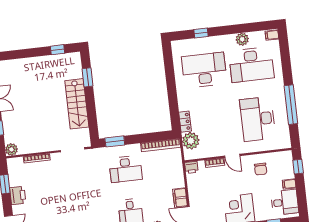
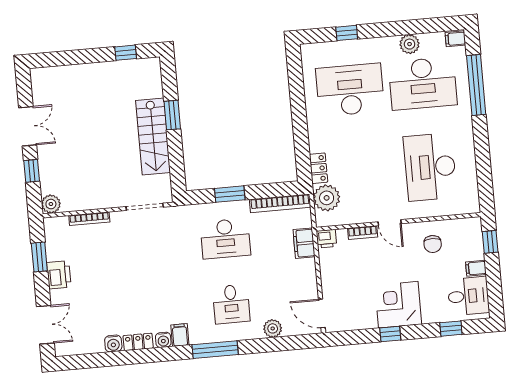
window: (87, 77) -> (172, 115), moved
window: (291, 105) -> (476, 85), moved
window: (115, 141) -> (230, 194), moved
filing cabinet: (180, 198) -> (304, 243), moved

